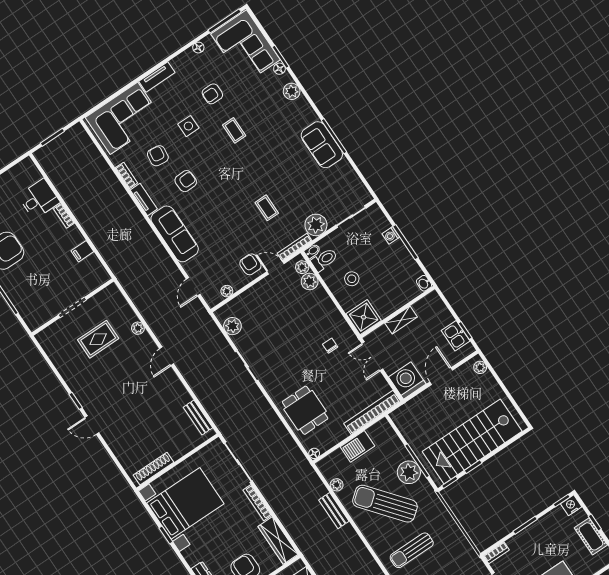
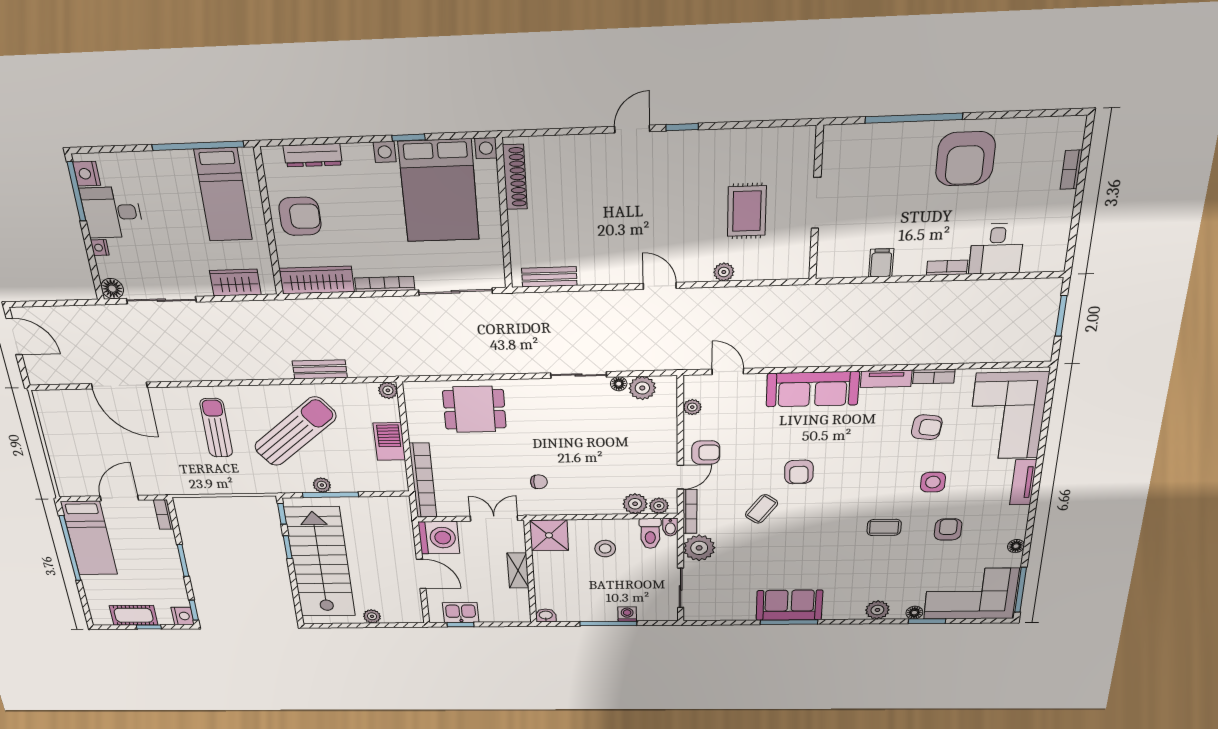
armchair: (186, 181) -> (799, 472), moved
coffee table: (267, 208) -> (762, 509), turned -54
plant: (480, 367) -> (372, 616), moved
floor lamp: (314, 453) -> (619, 384), moved
plant: (409, 472) -> (322, 485), width x0.53, depth x0.53
plant: (337, 485) -> (388, 390), moved

